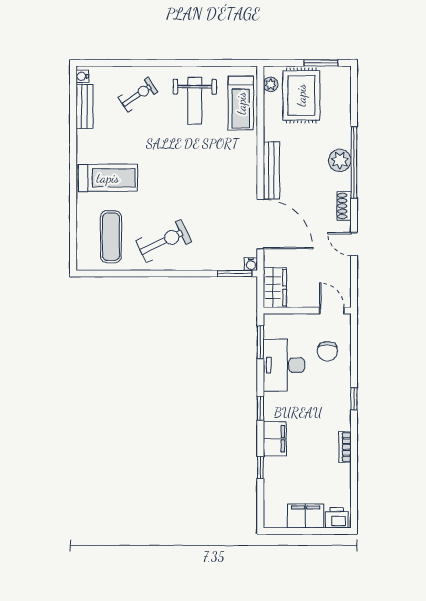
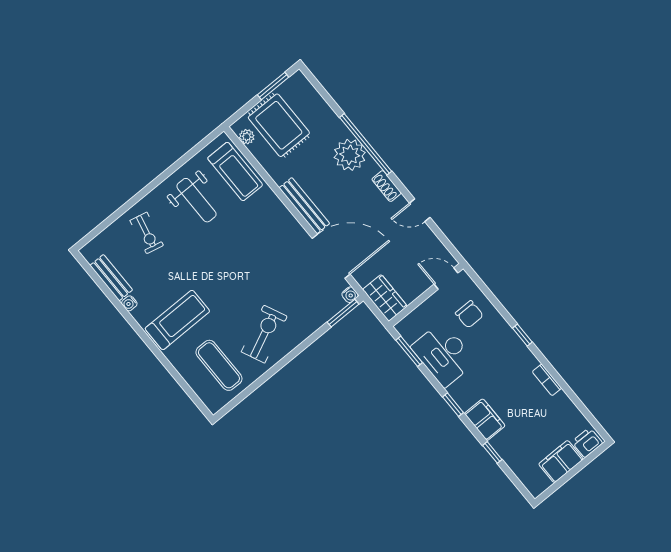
water cooler: (82, 76) -> (129, 303), moved
exercise bike: (138, 95) -> (147, 233), turned 137
plant: (340, 160) -> (350, 155), width x1.36, depth x1.36

